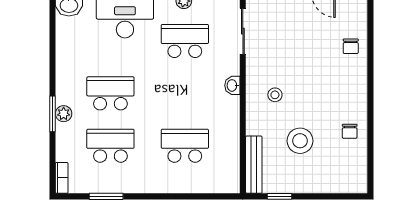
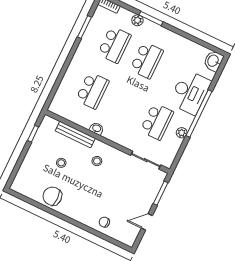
washbasin: (232, 85) -> (97, 129), moved
plant: (64, 114) -> (137, 20), moved
chair: (350, 131) -> (52, 196), width x1.87, depth x1.87
stool: (300, 141) -> (61, 163), width x0.53, depth x0.53
bench: (254, 165) -> (75, 135), moved

